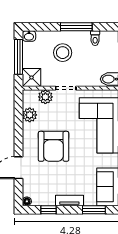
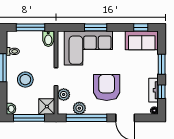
window: (18, 123) -> (86, 118), added
armchair: (54, 146) -> (107, 87), turned -90
tv unit: (69, 200) -> (154, 90), moved
window: (94, 210) -> (162, 64), moved

